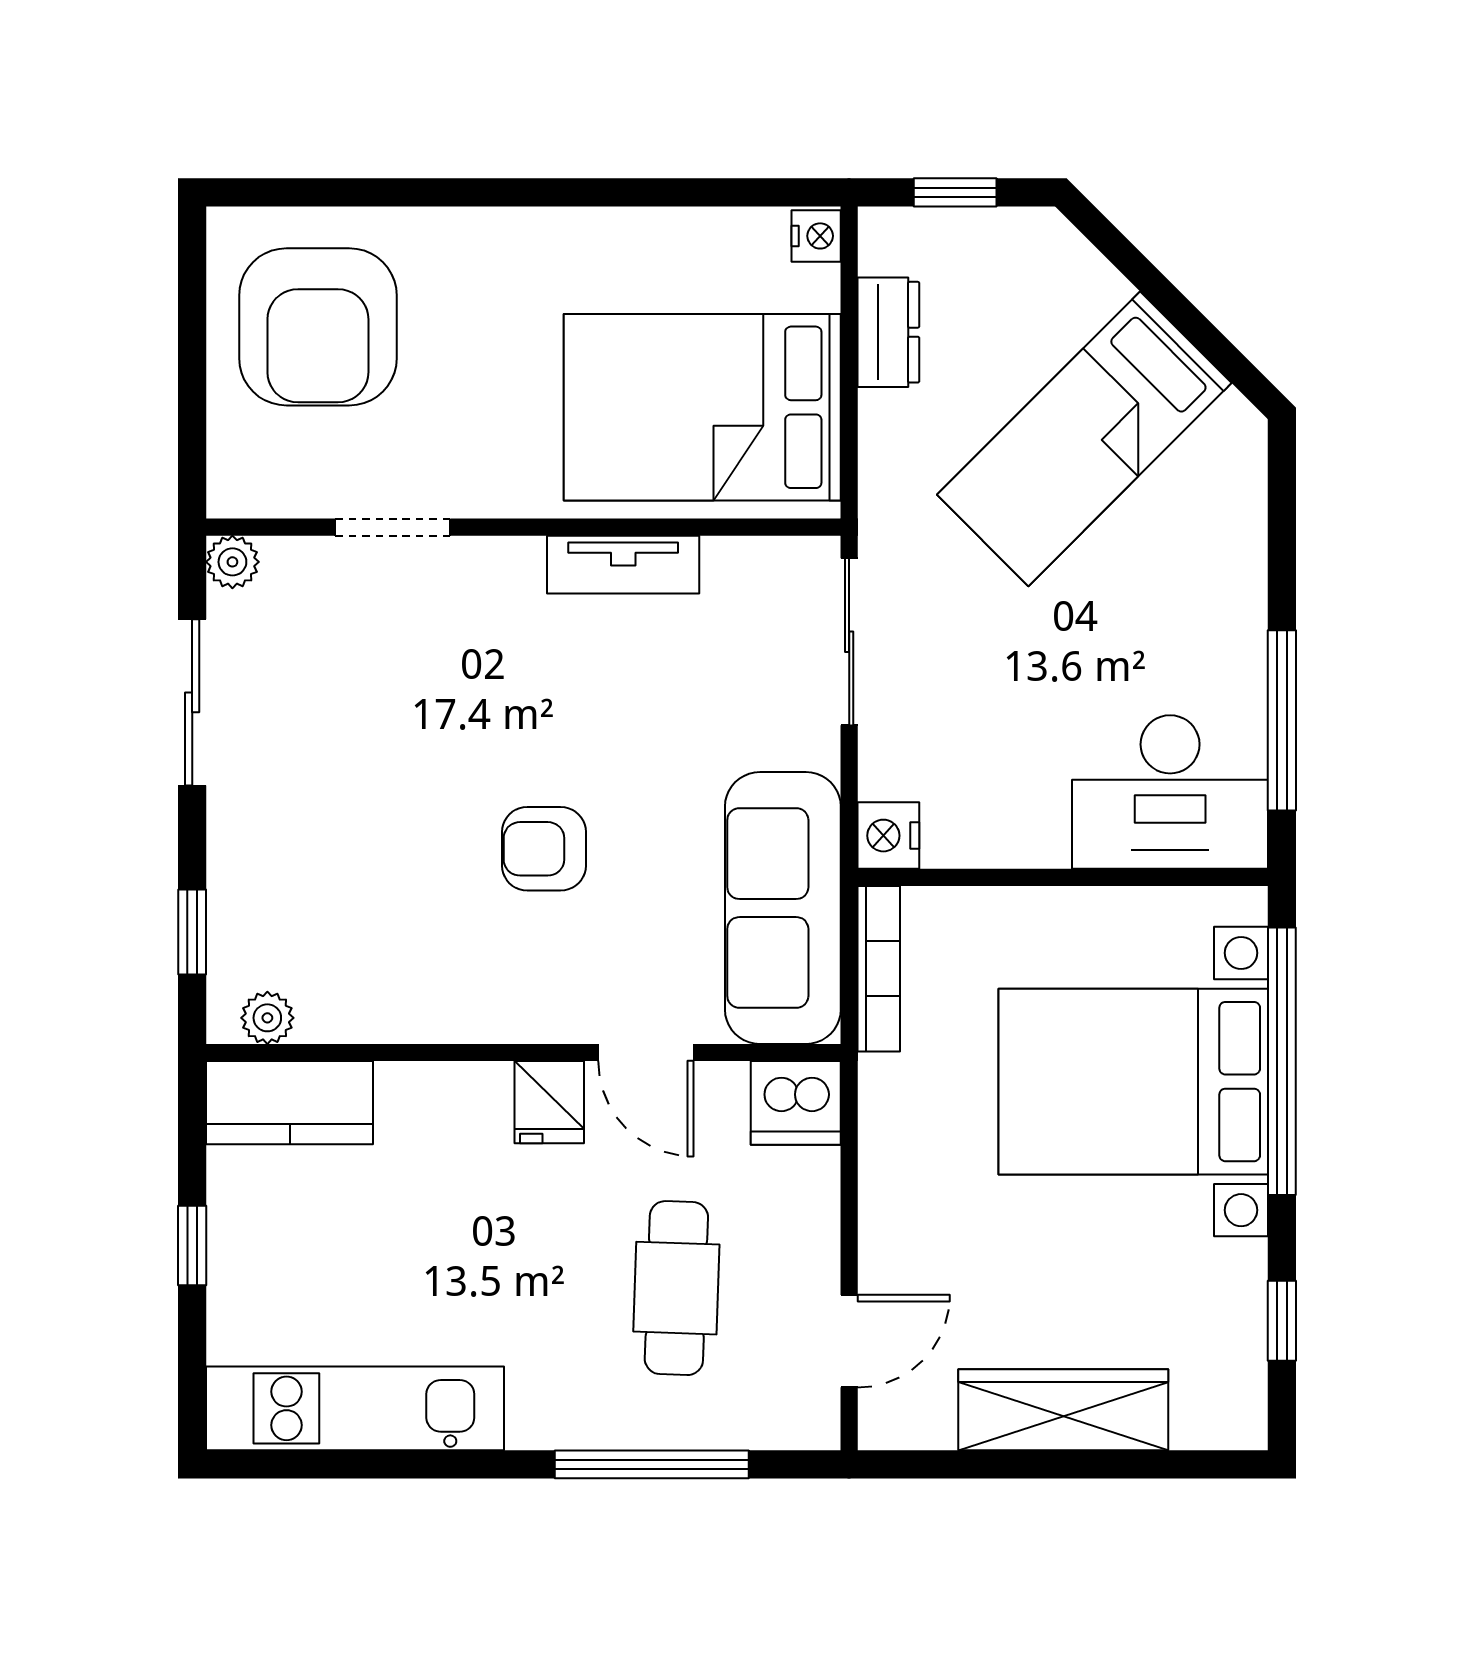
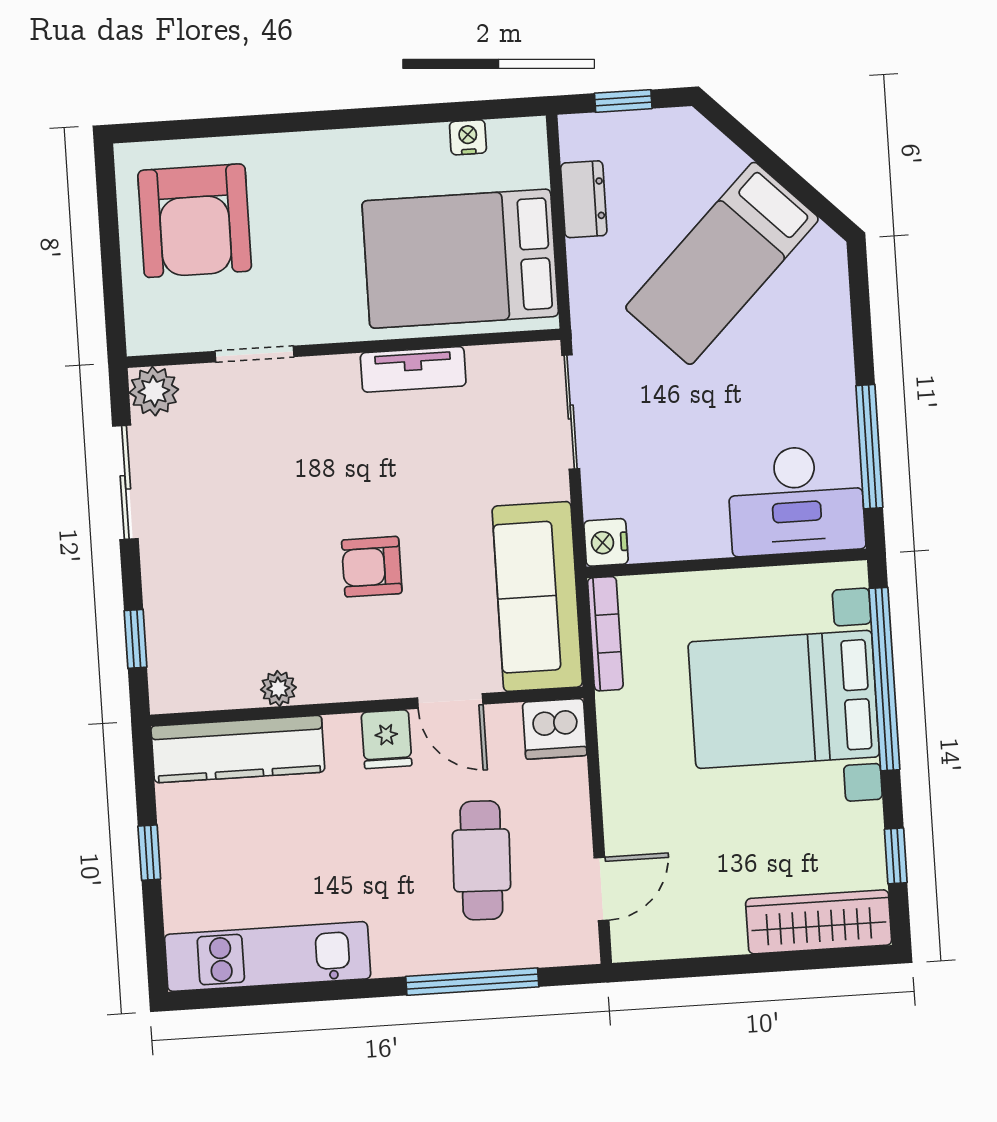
nightstand: (816, 236) -> (468, 137), moved, turned -90
plant: (232, 562) -> (154, 391), width x1.38, depth x1.38
plant: (267, 1018) -> (278, 688), moved
kitchen counter: (290, 1103) -> (238, 749), width x1.50
wardrobe: (1063, 1410) -> (819, 922), moved

